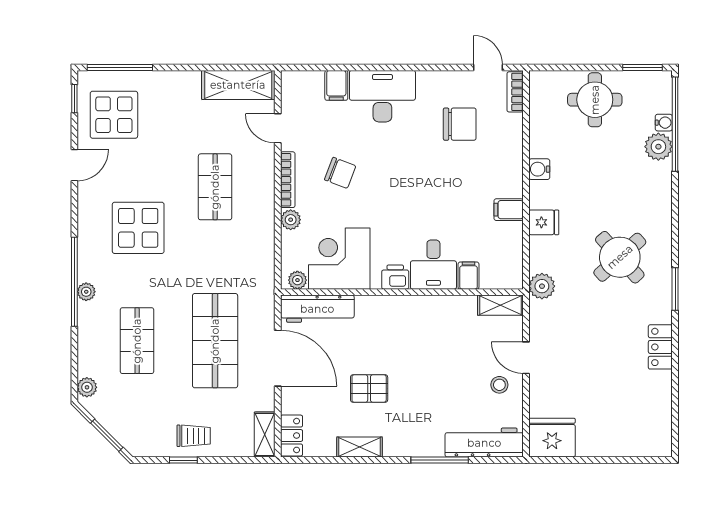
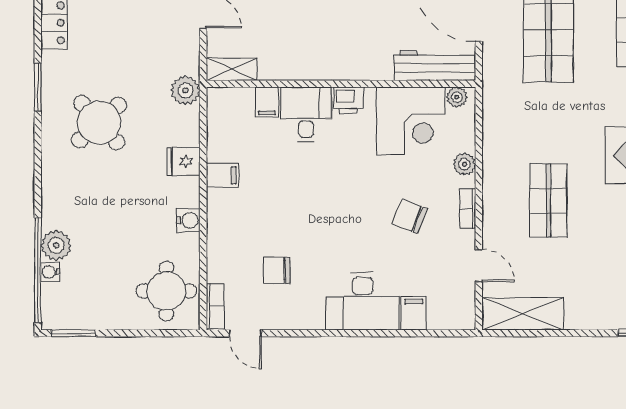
round table: (595, 100) -> (166, 291), moved
chair: (460, 124) -> (277, 270), width x0.73, depth x0.73
bookcase: (288, 180) -> (468, 209), width x0.64

